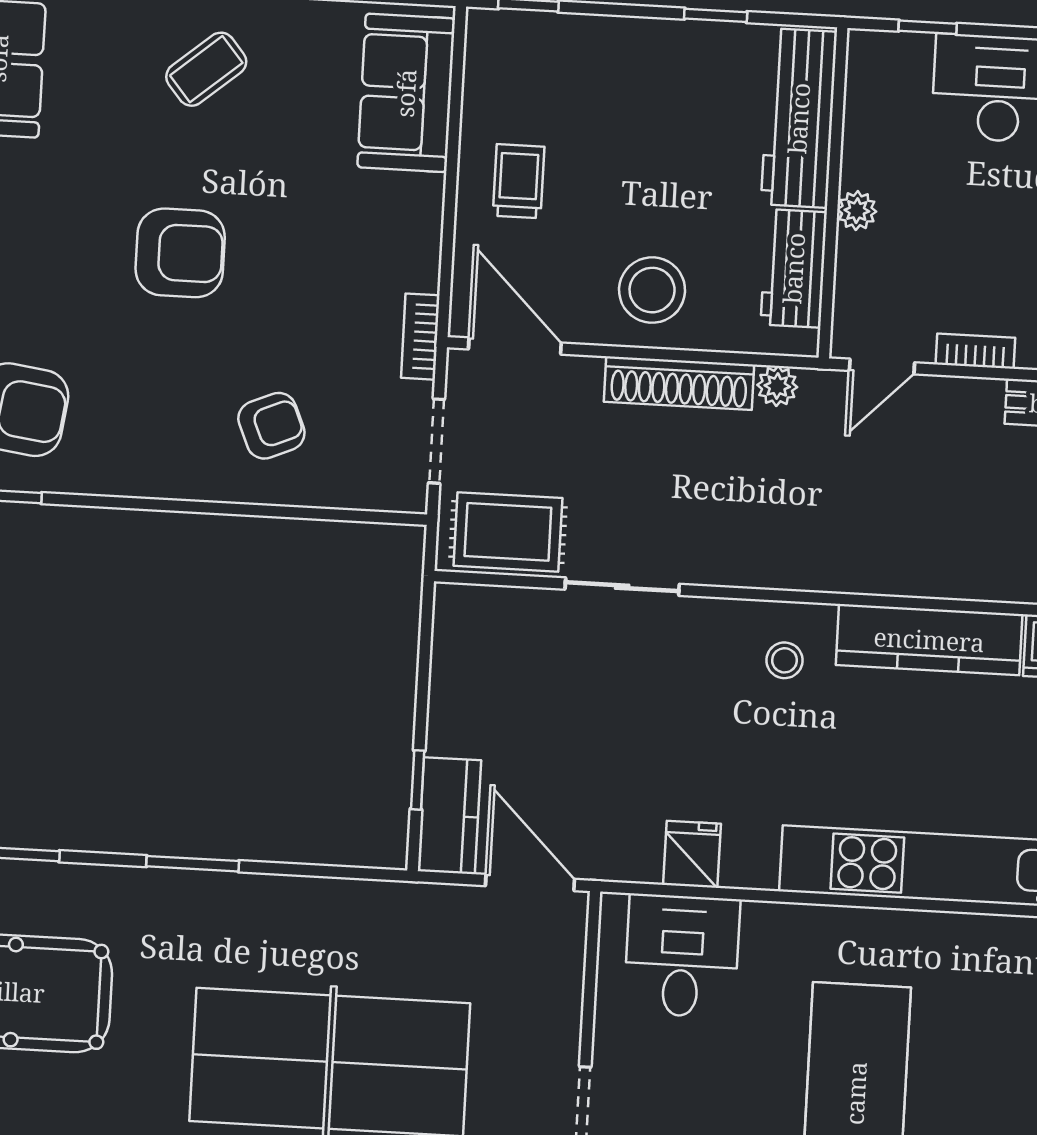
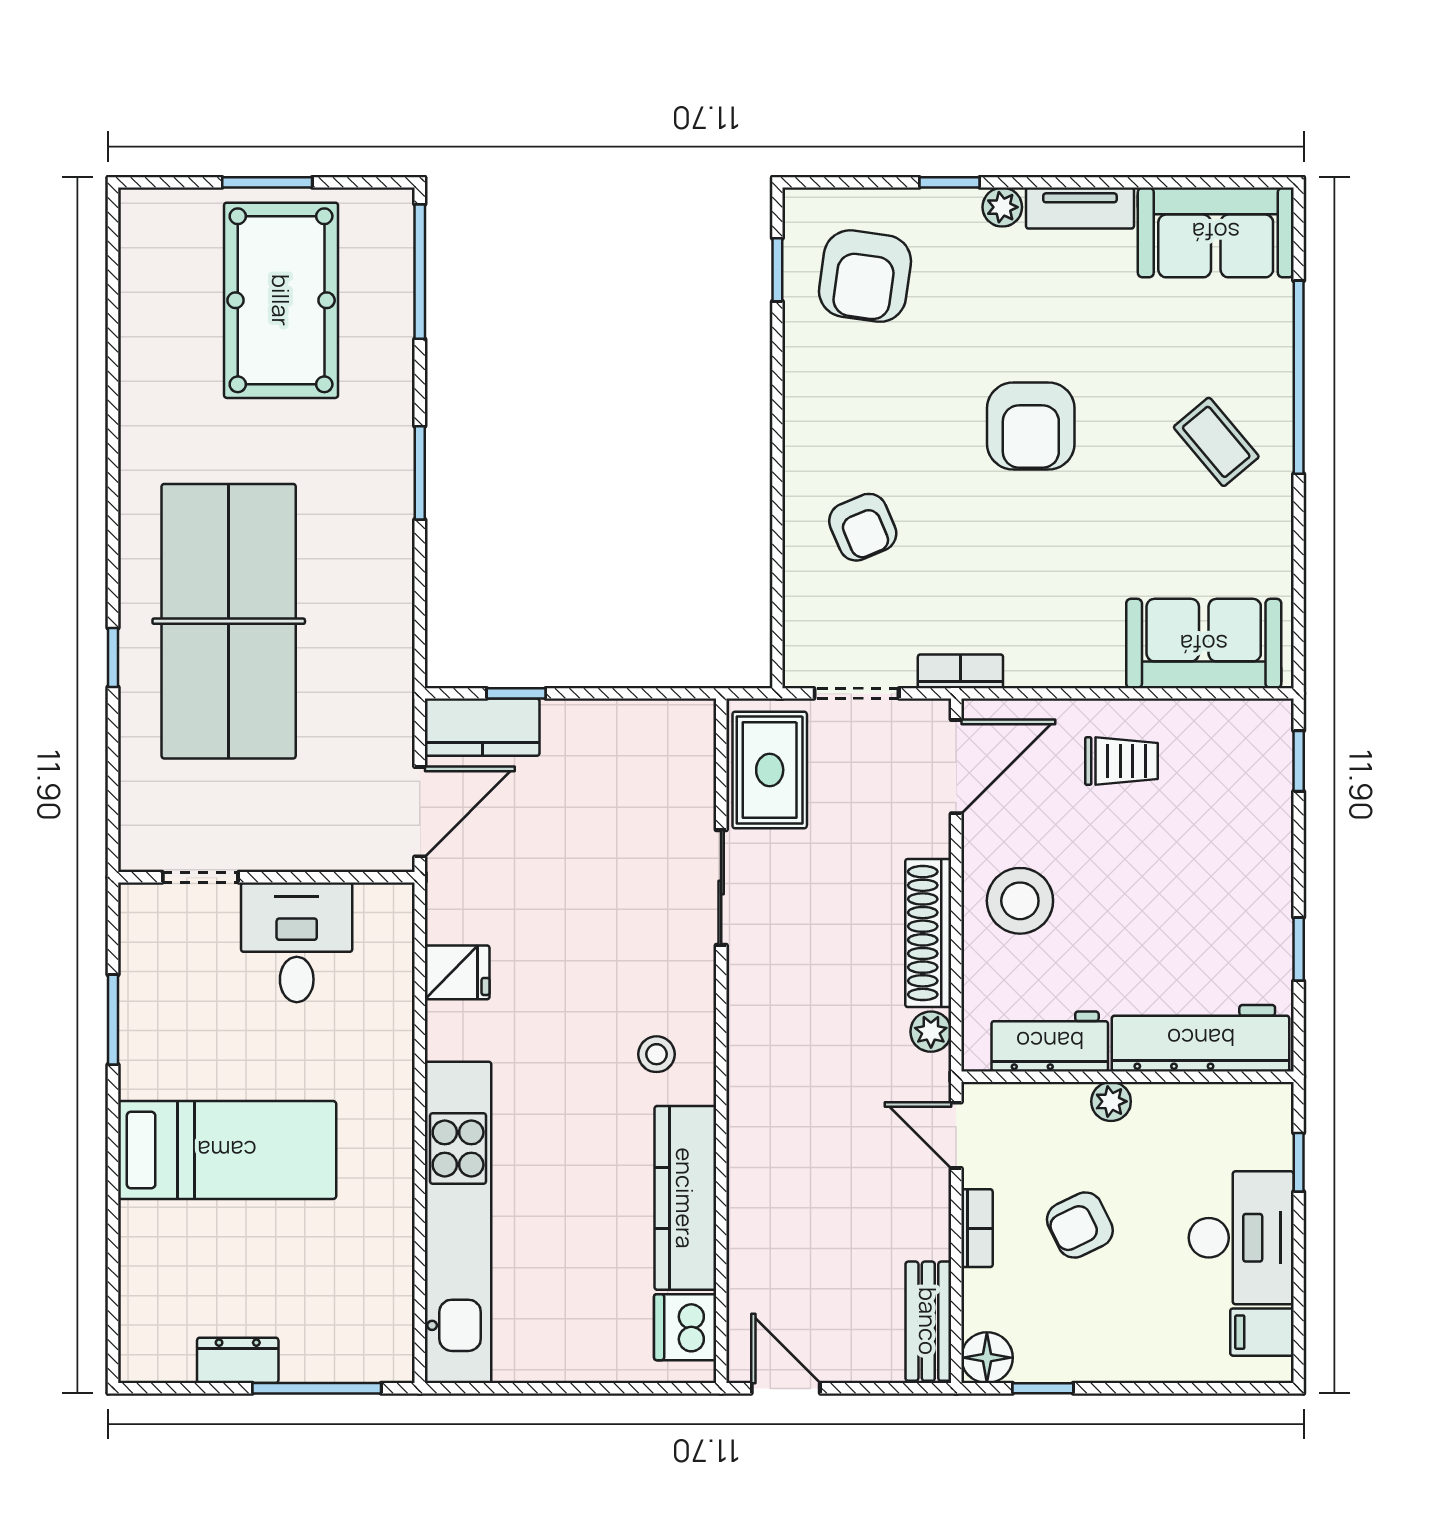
armchair: (978, 248) -> (1080, 1225), added
desk: (682, 956) -> (297, 942), moved, turned -90

